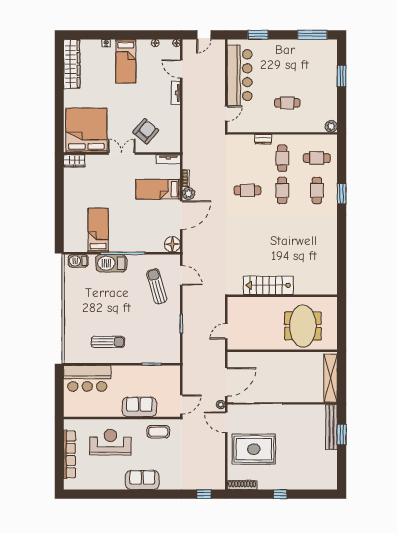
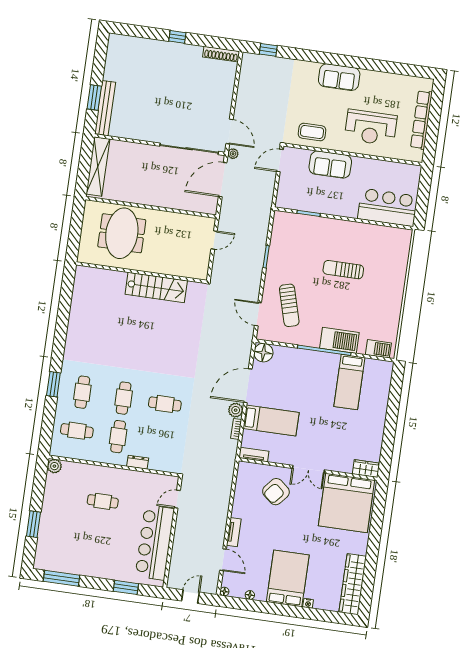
bed: (126, 61) -> (288, 578), width x1.50
sun lounger: (108, 342) -> (343, 270), moved
rug: (254, 449) -> (201, 95), removed

